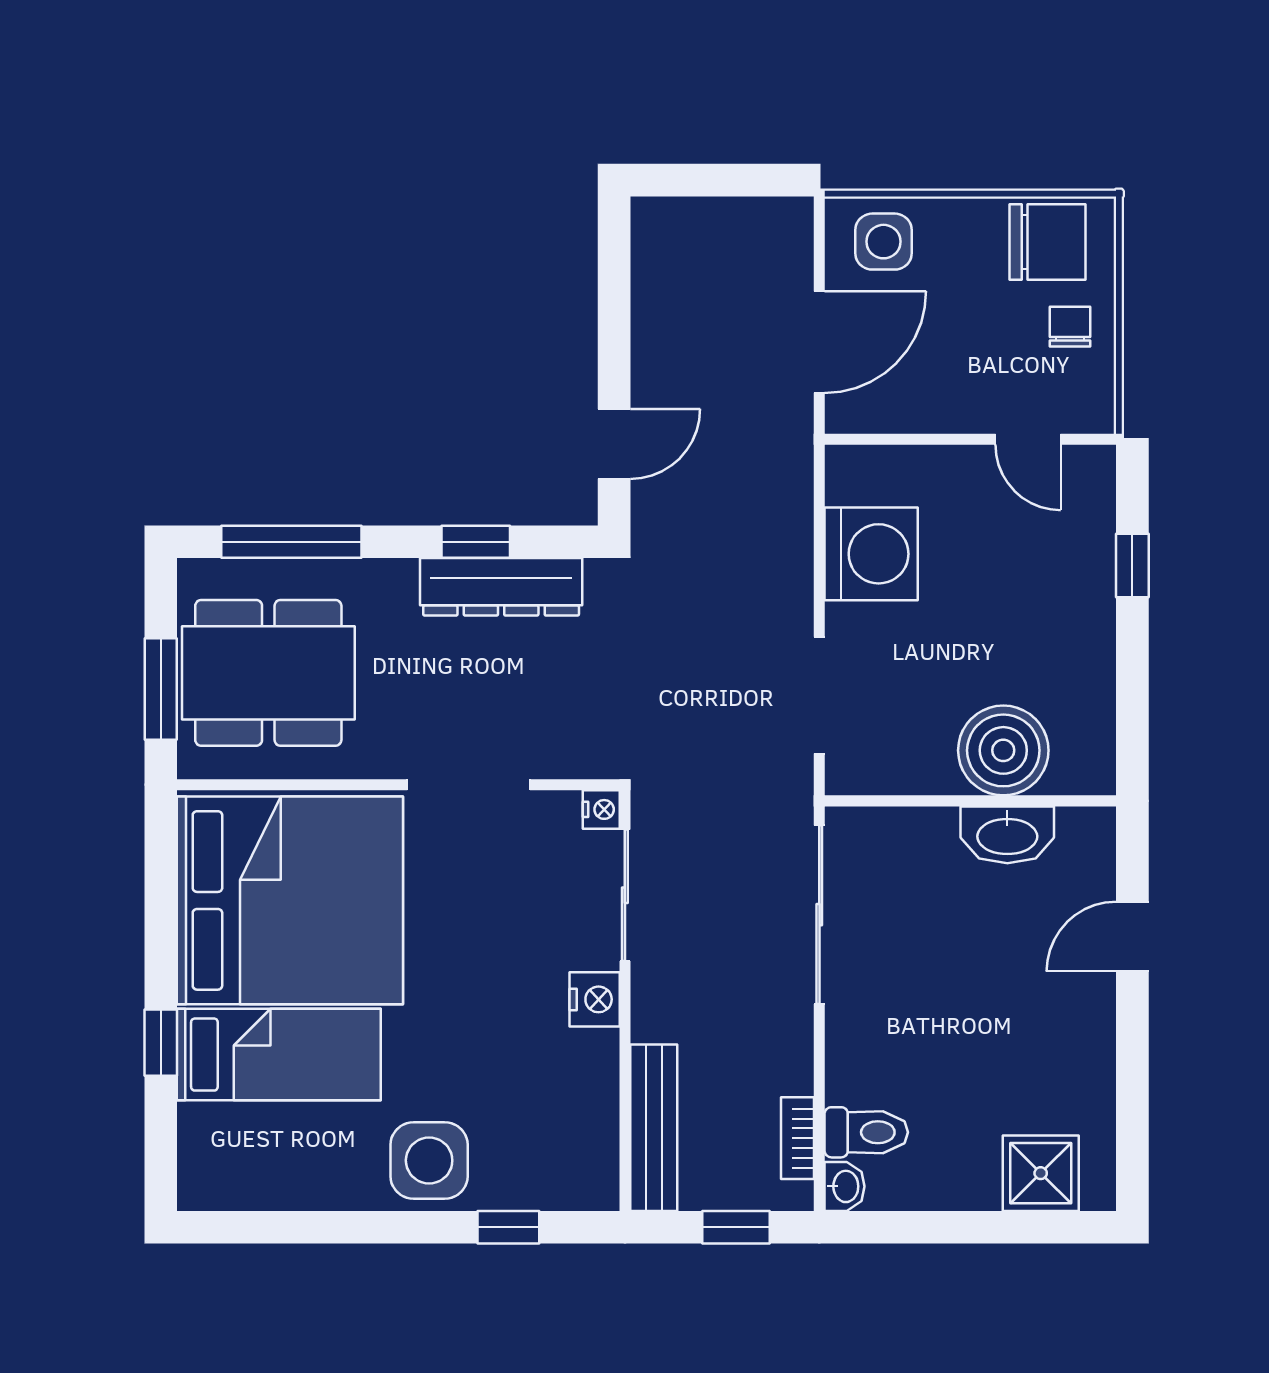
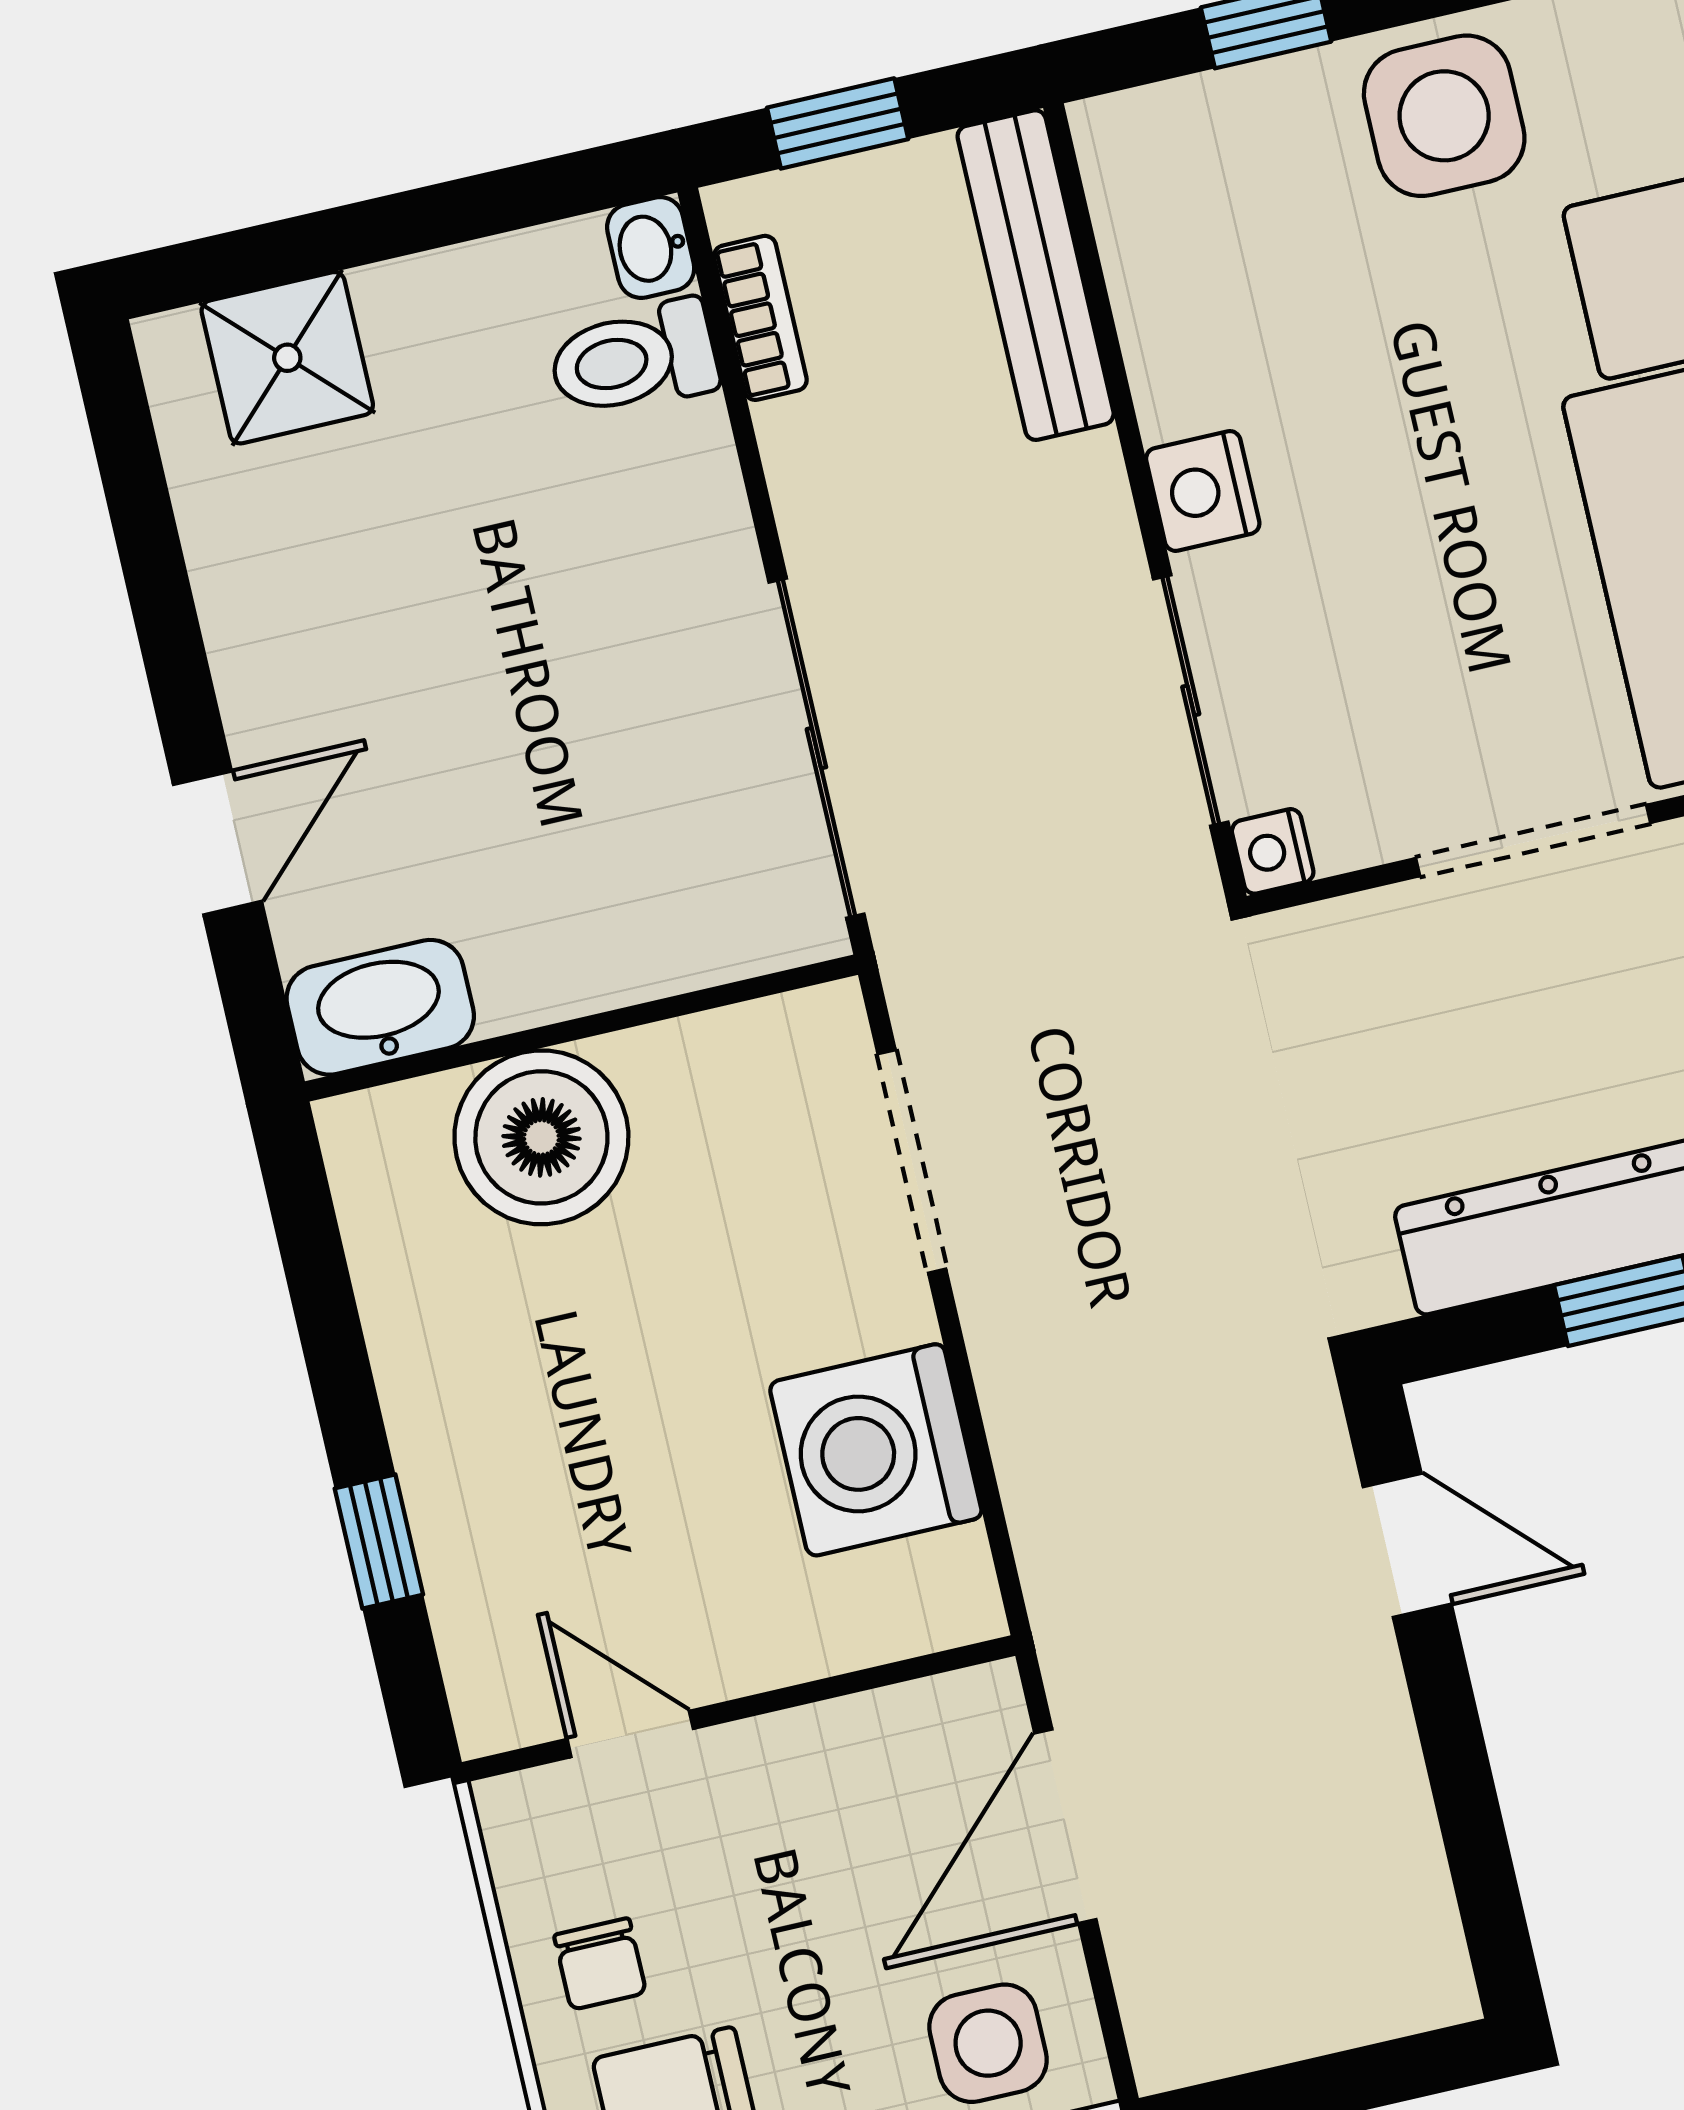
door: (614, 444) -> (1407, 1545), swing flipped
washbasin: (1007, 835) -> (380, 1007), moved

